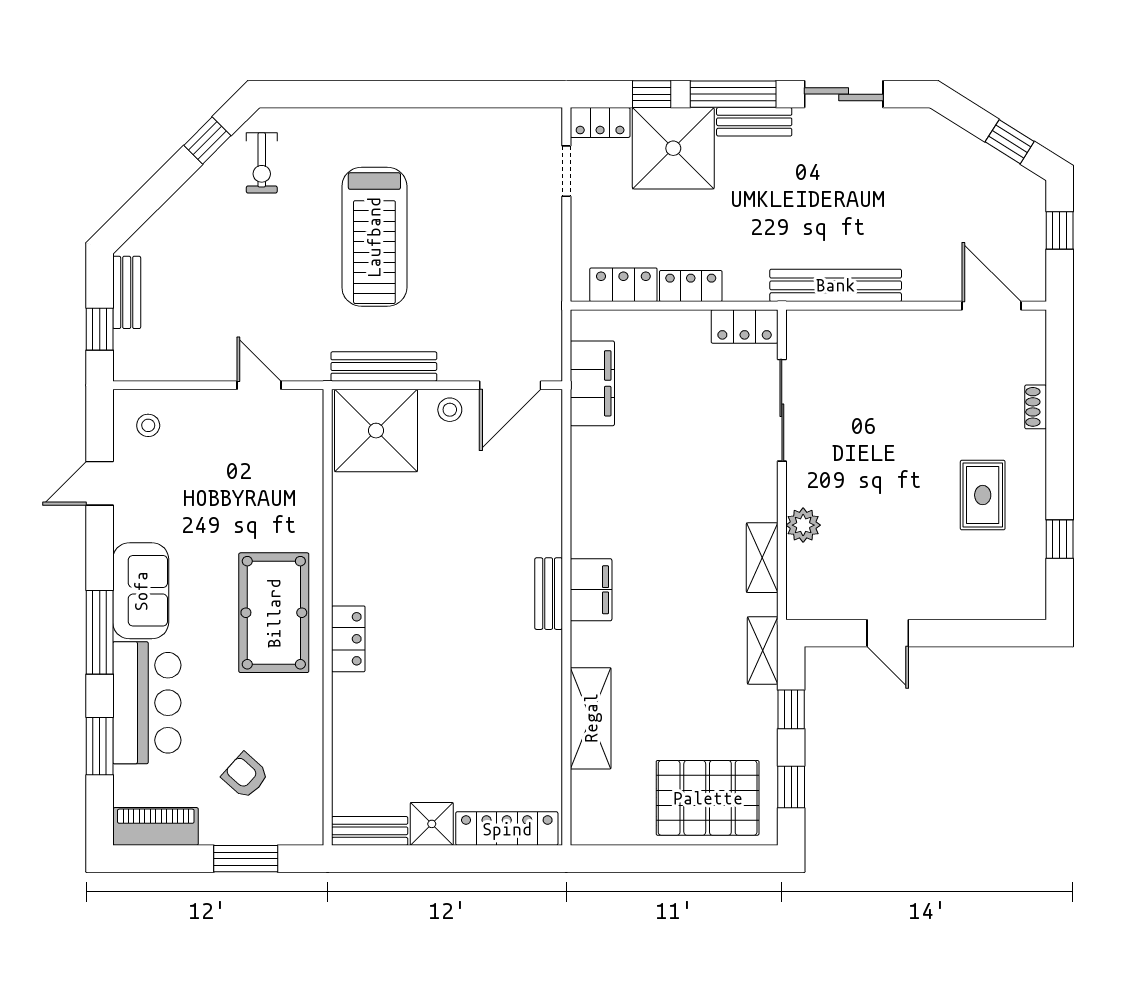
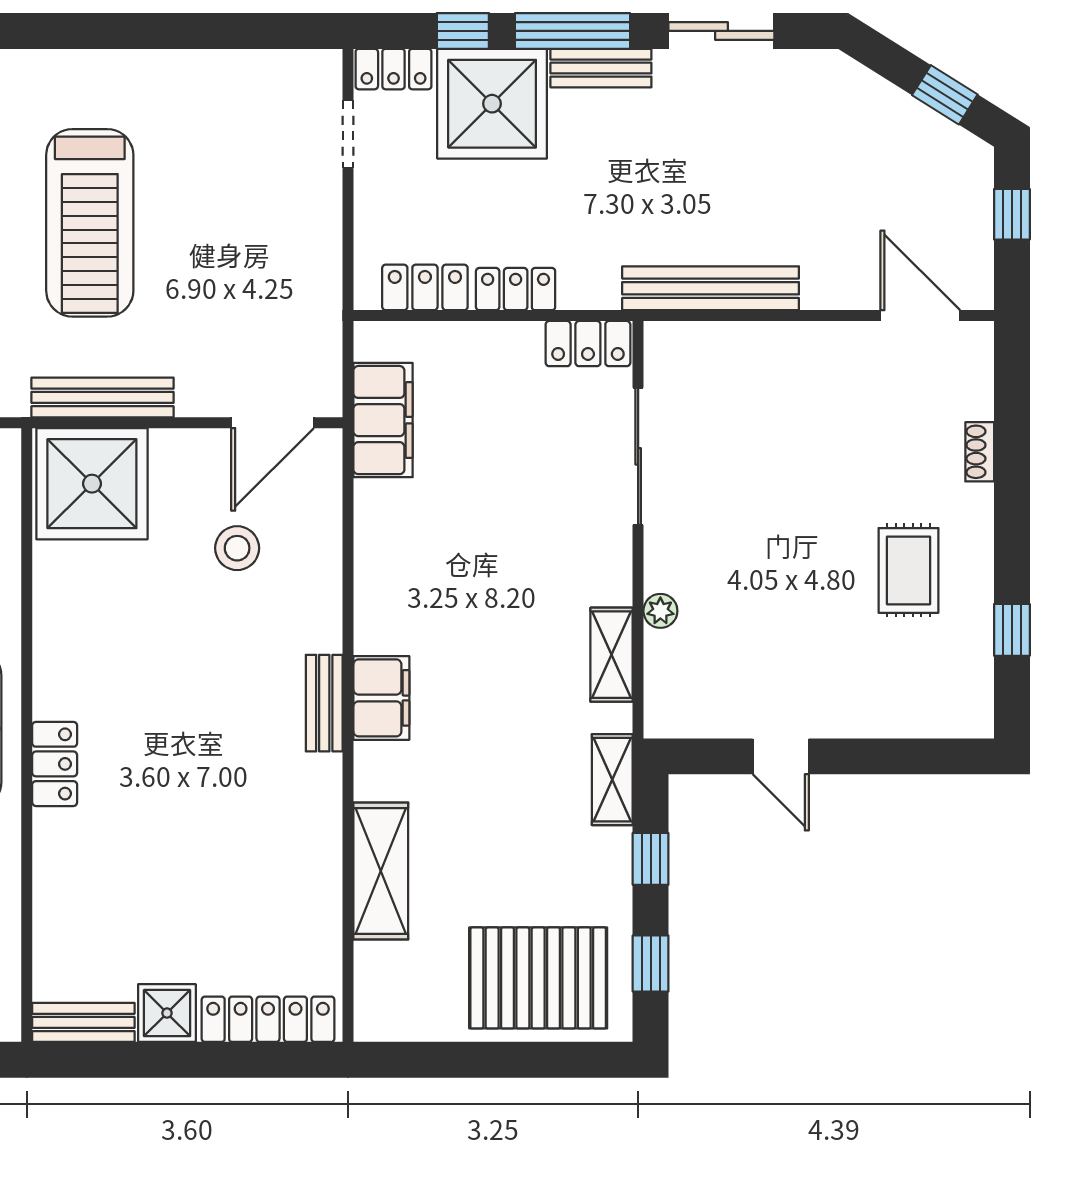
stool: (450, 410) -> (237, 548), moved, width x1.37, depth x1.37
plant: (803, 525) -> (660, 611), width x0.73, depth x0.73

